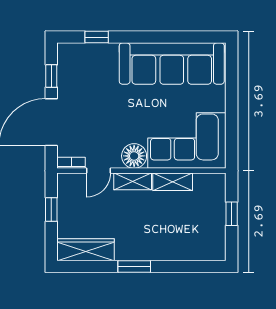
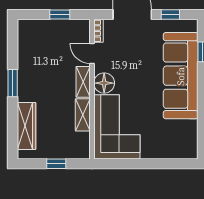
sofa: (172, 64) -> (181, 76), moved
wardrobe: (86, 250) -> (27, 126), moved

